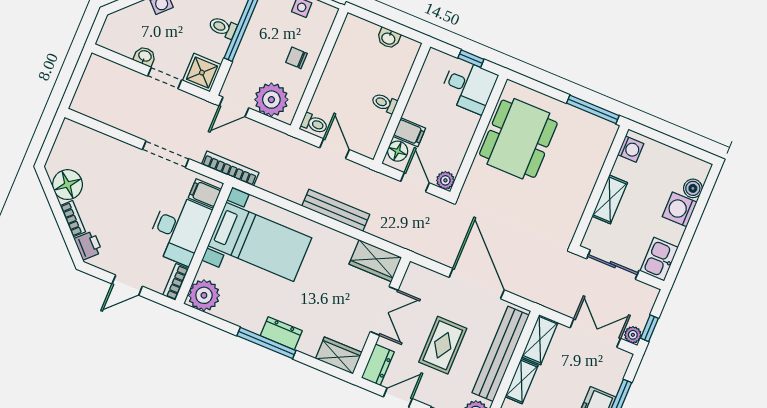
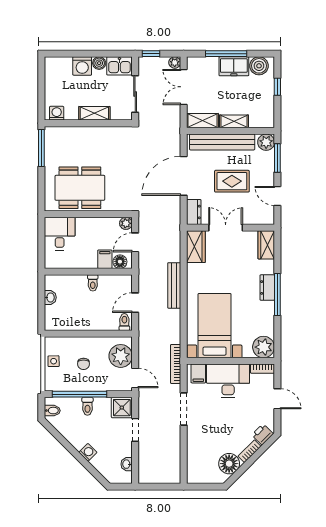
washbasin: (145, 56) -> (127, 464), moved
chair: (296, 58) -> (83, 364), moved
window: (471, 59) -> (41, 239), removed
boiler: (693, 188) -> (99, 63), moved
window: (649, 328) -> (151, 54), moved
dresser: (378, 365) -> (194, 212), moved, turned 90

